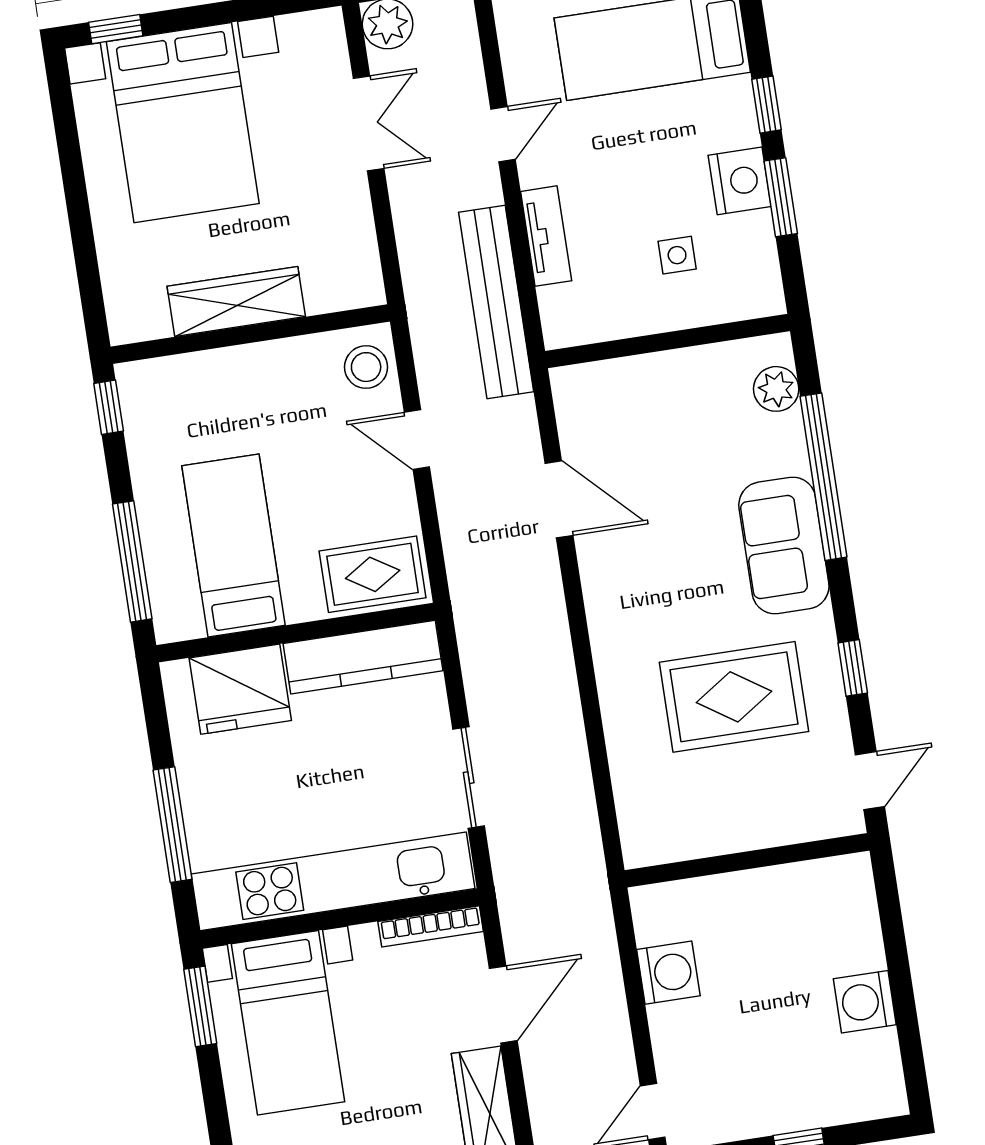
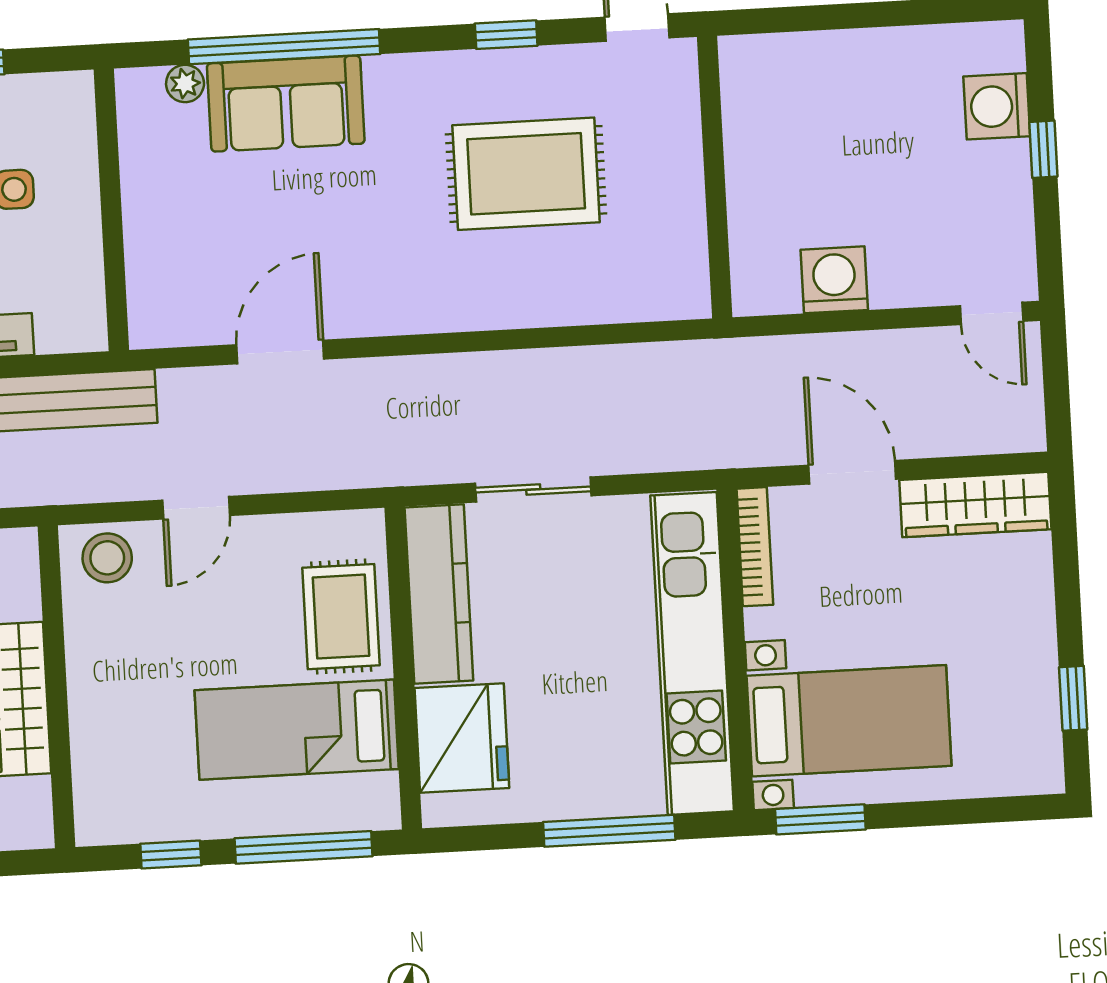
plant: (776, 389) -> (185, 83), width x0.73, depth x0.73
window: (109, 407) -> (171, 855), moved
sofa: (784, 545) -> (286, 104), moved
rug: (373, 574) -> (341, 617), moved
rug: (734, 697) -> (526, 174), turned 90
sliding door: (469, 778) -> (533, 489), moved
washing machine: (865, 1002) -> (997, 106), moved, turned 90

